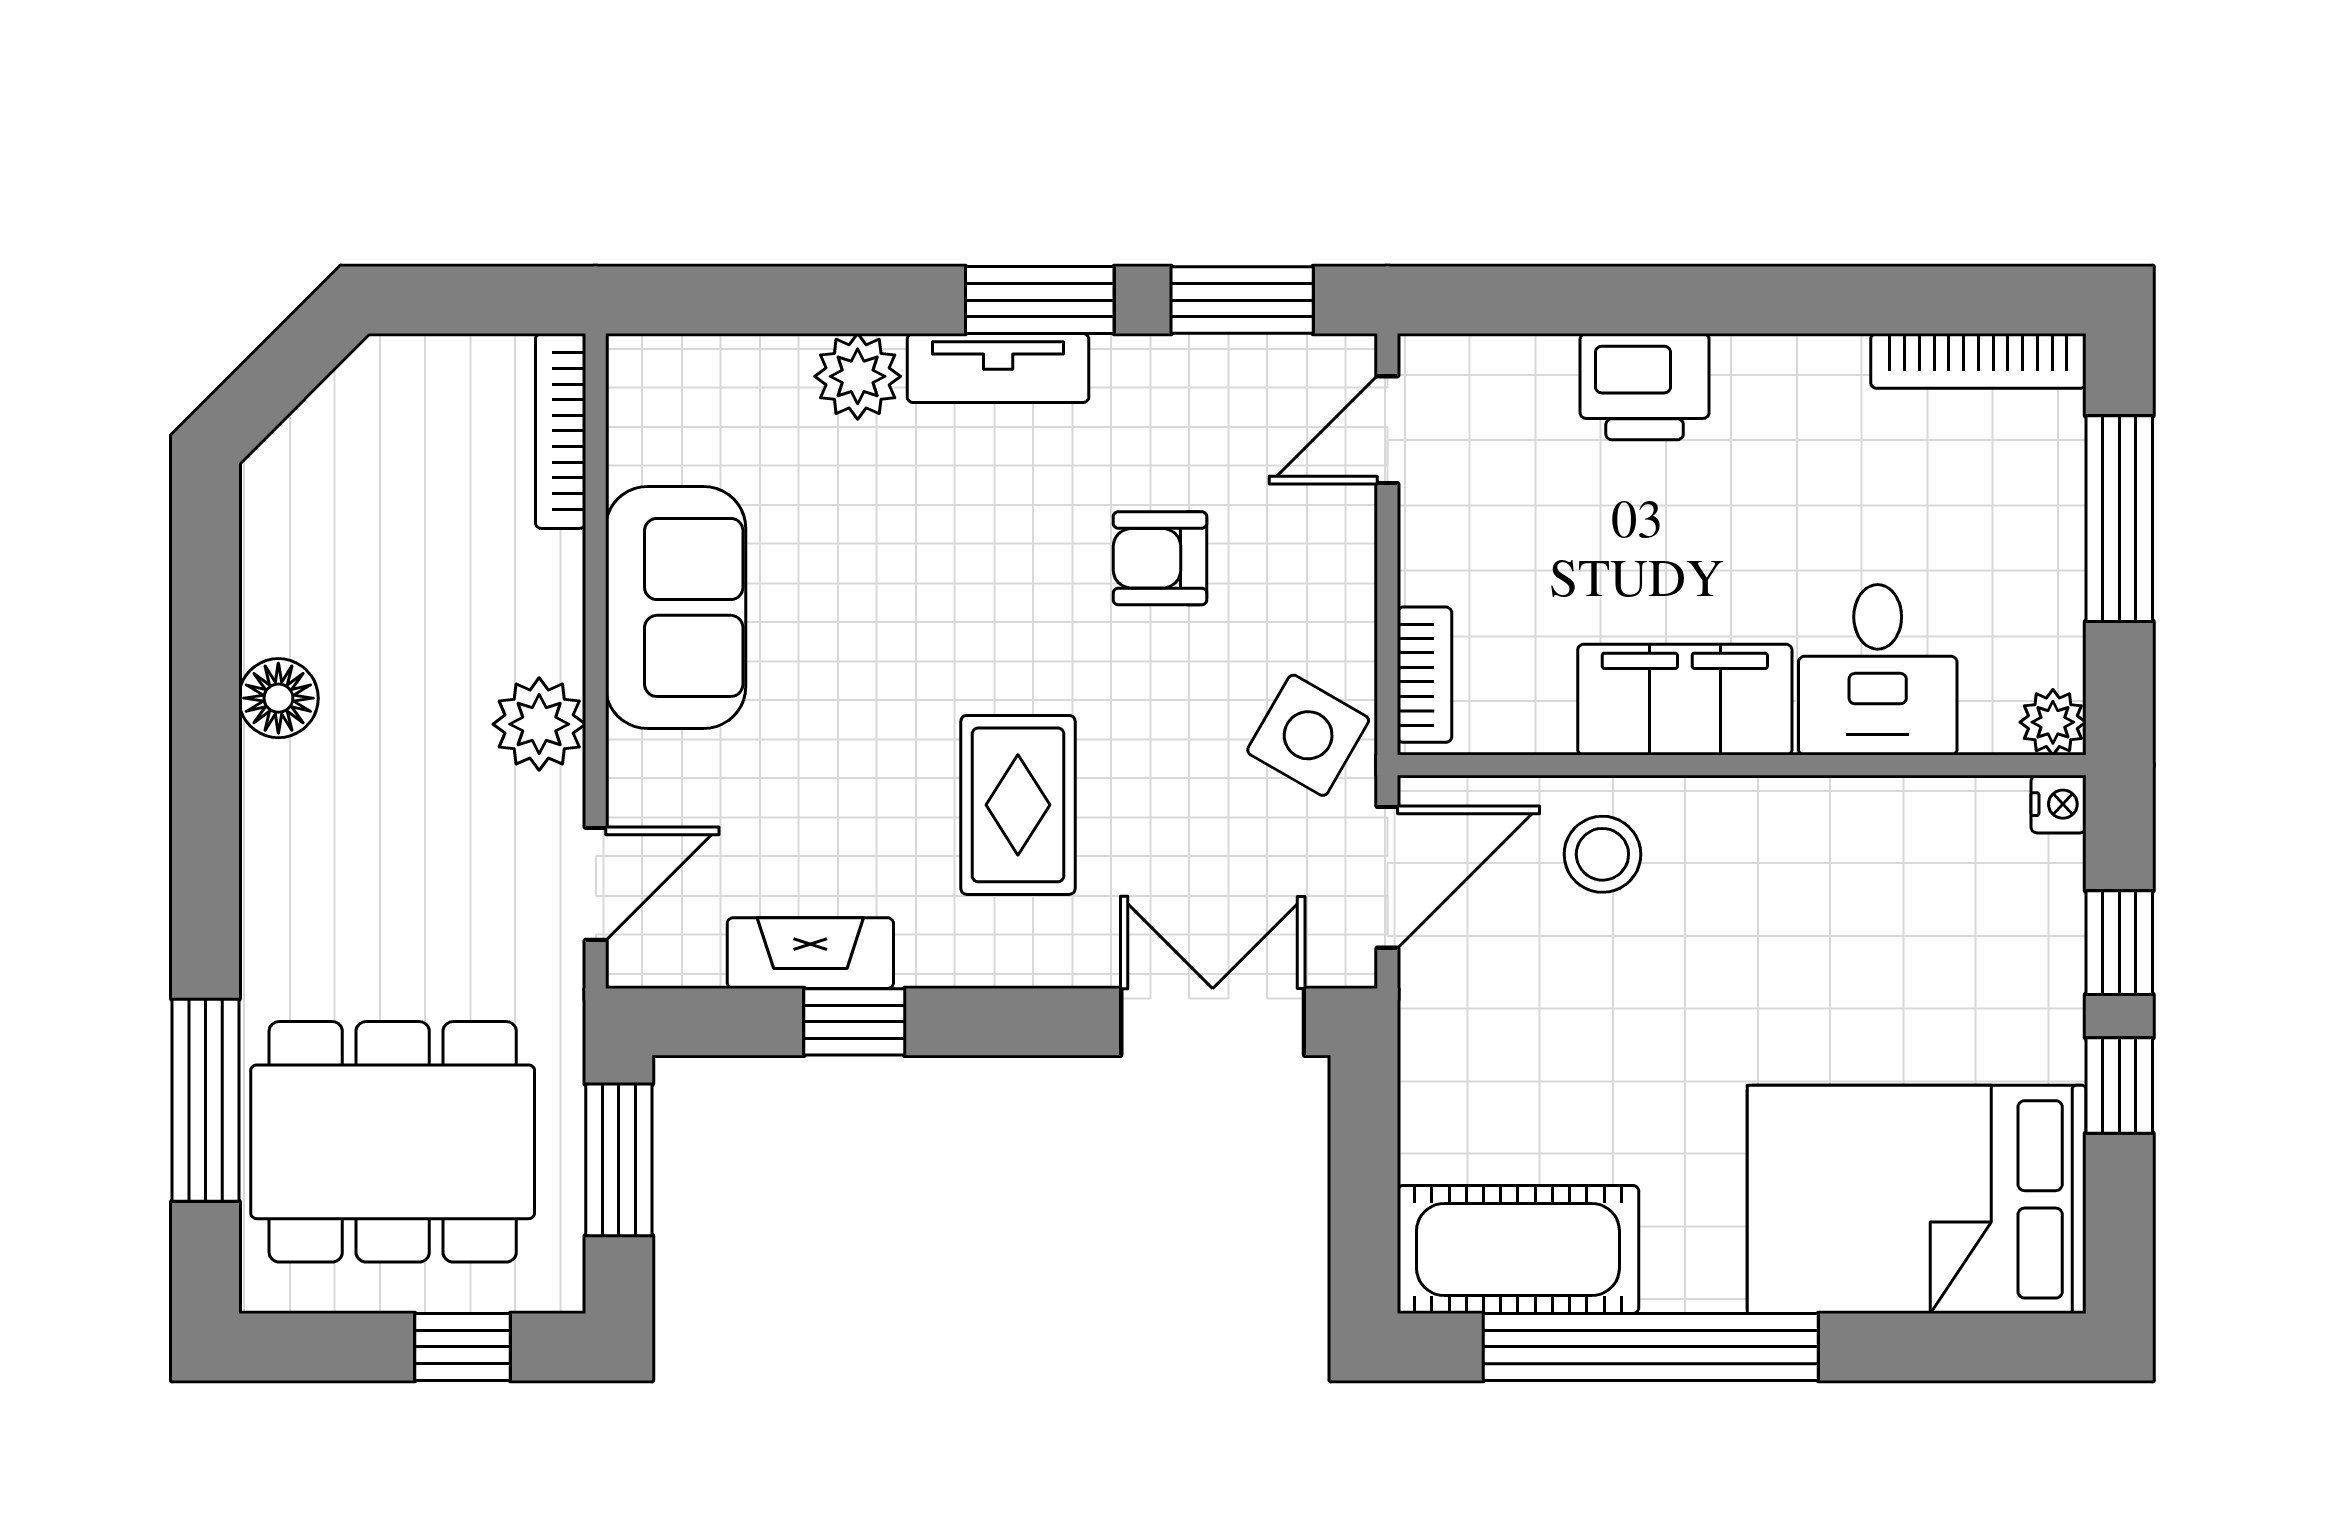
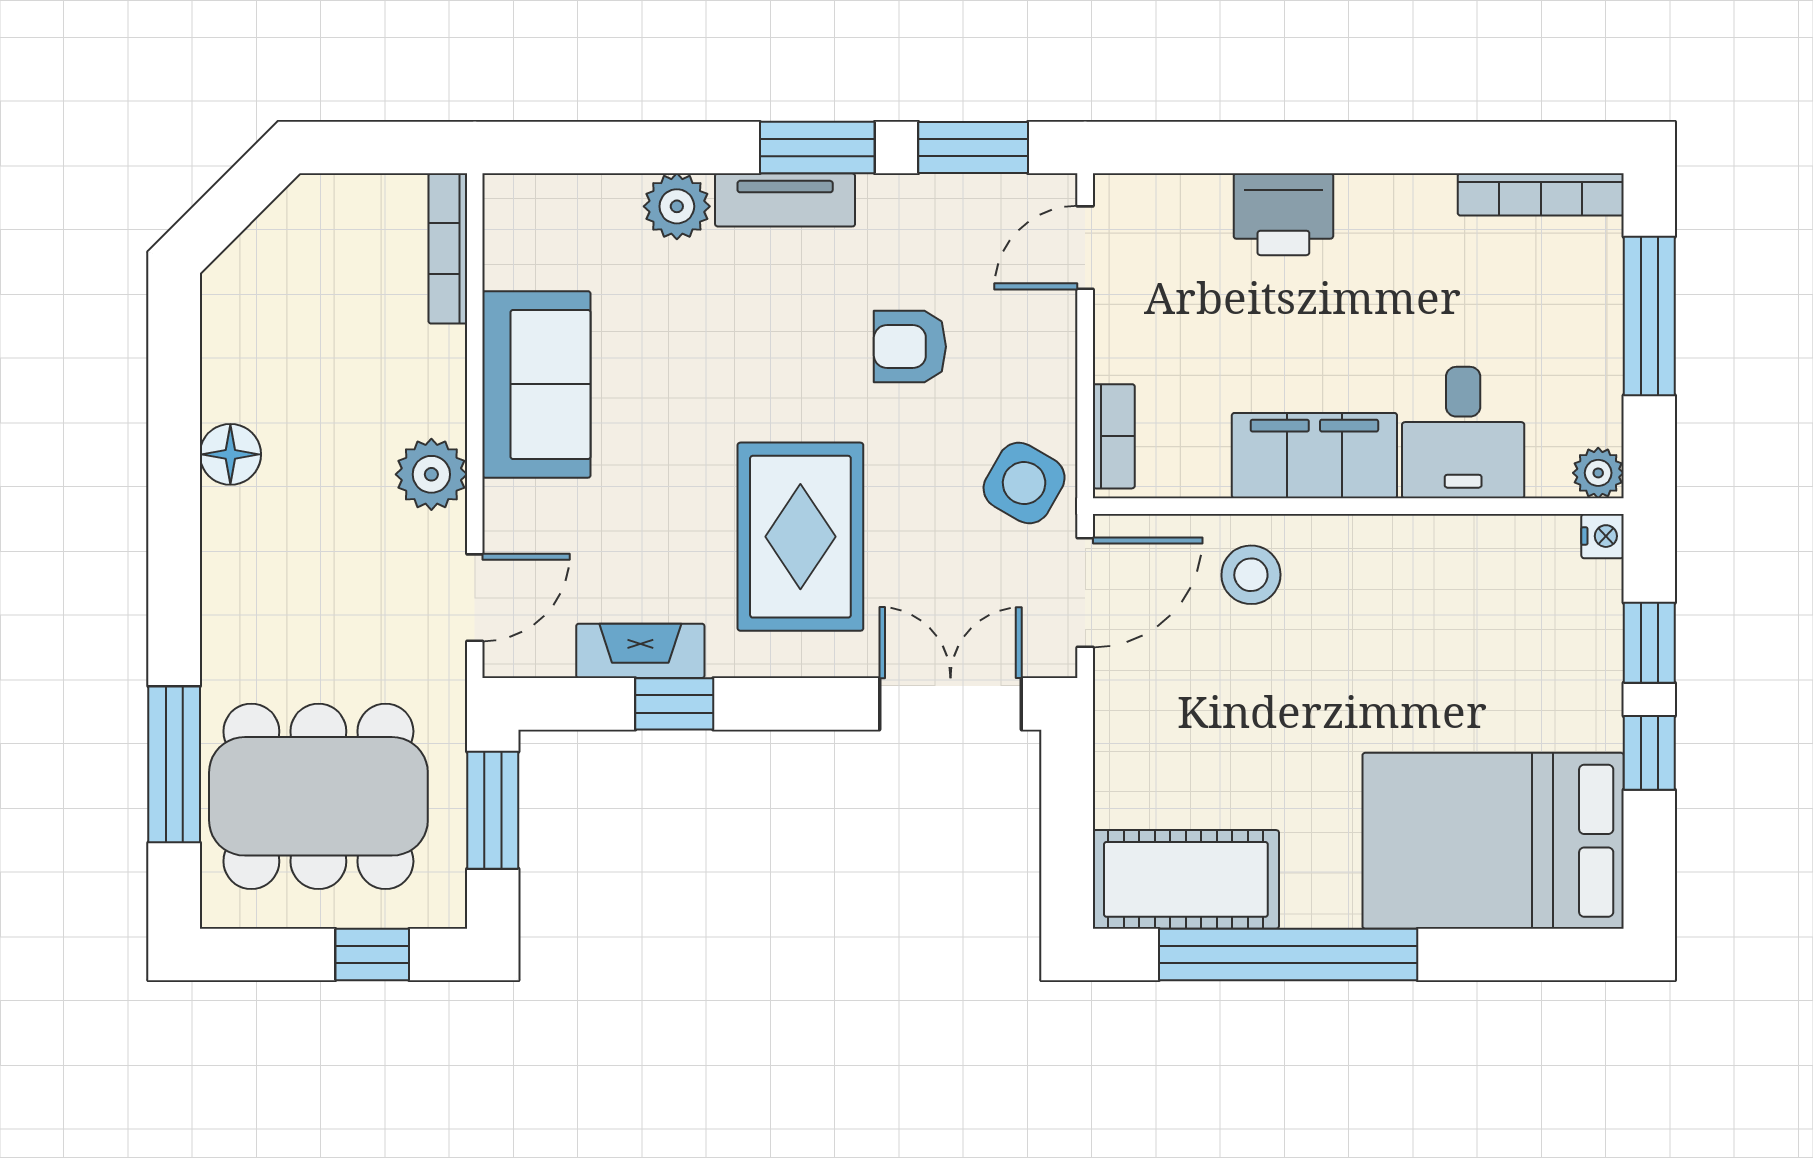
rug: (1018, 805) -> (800, 537), width x1.36, depth x1.43

